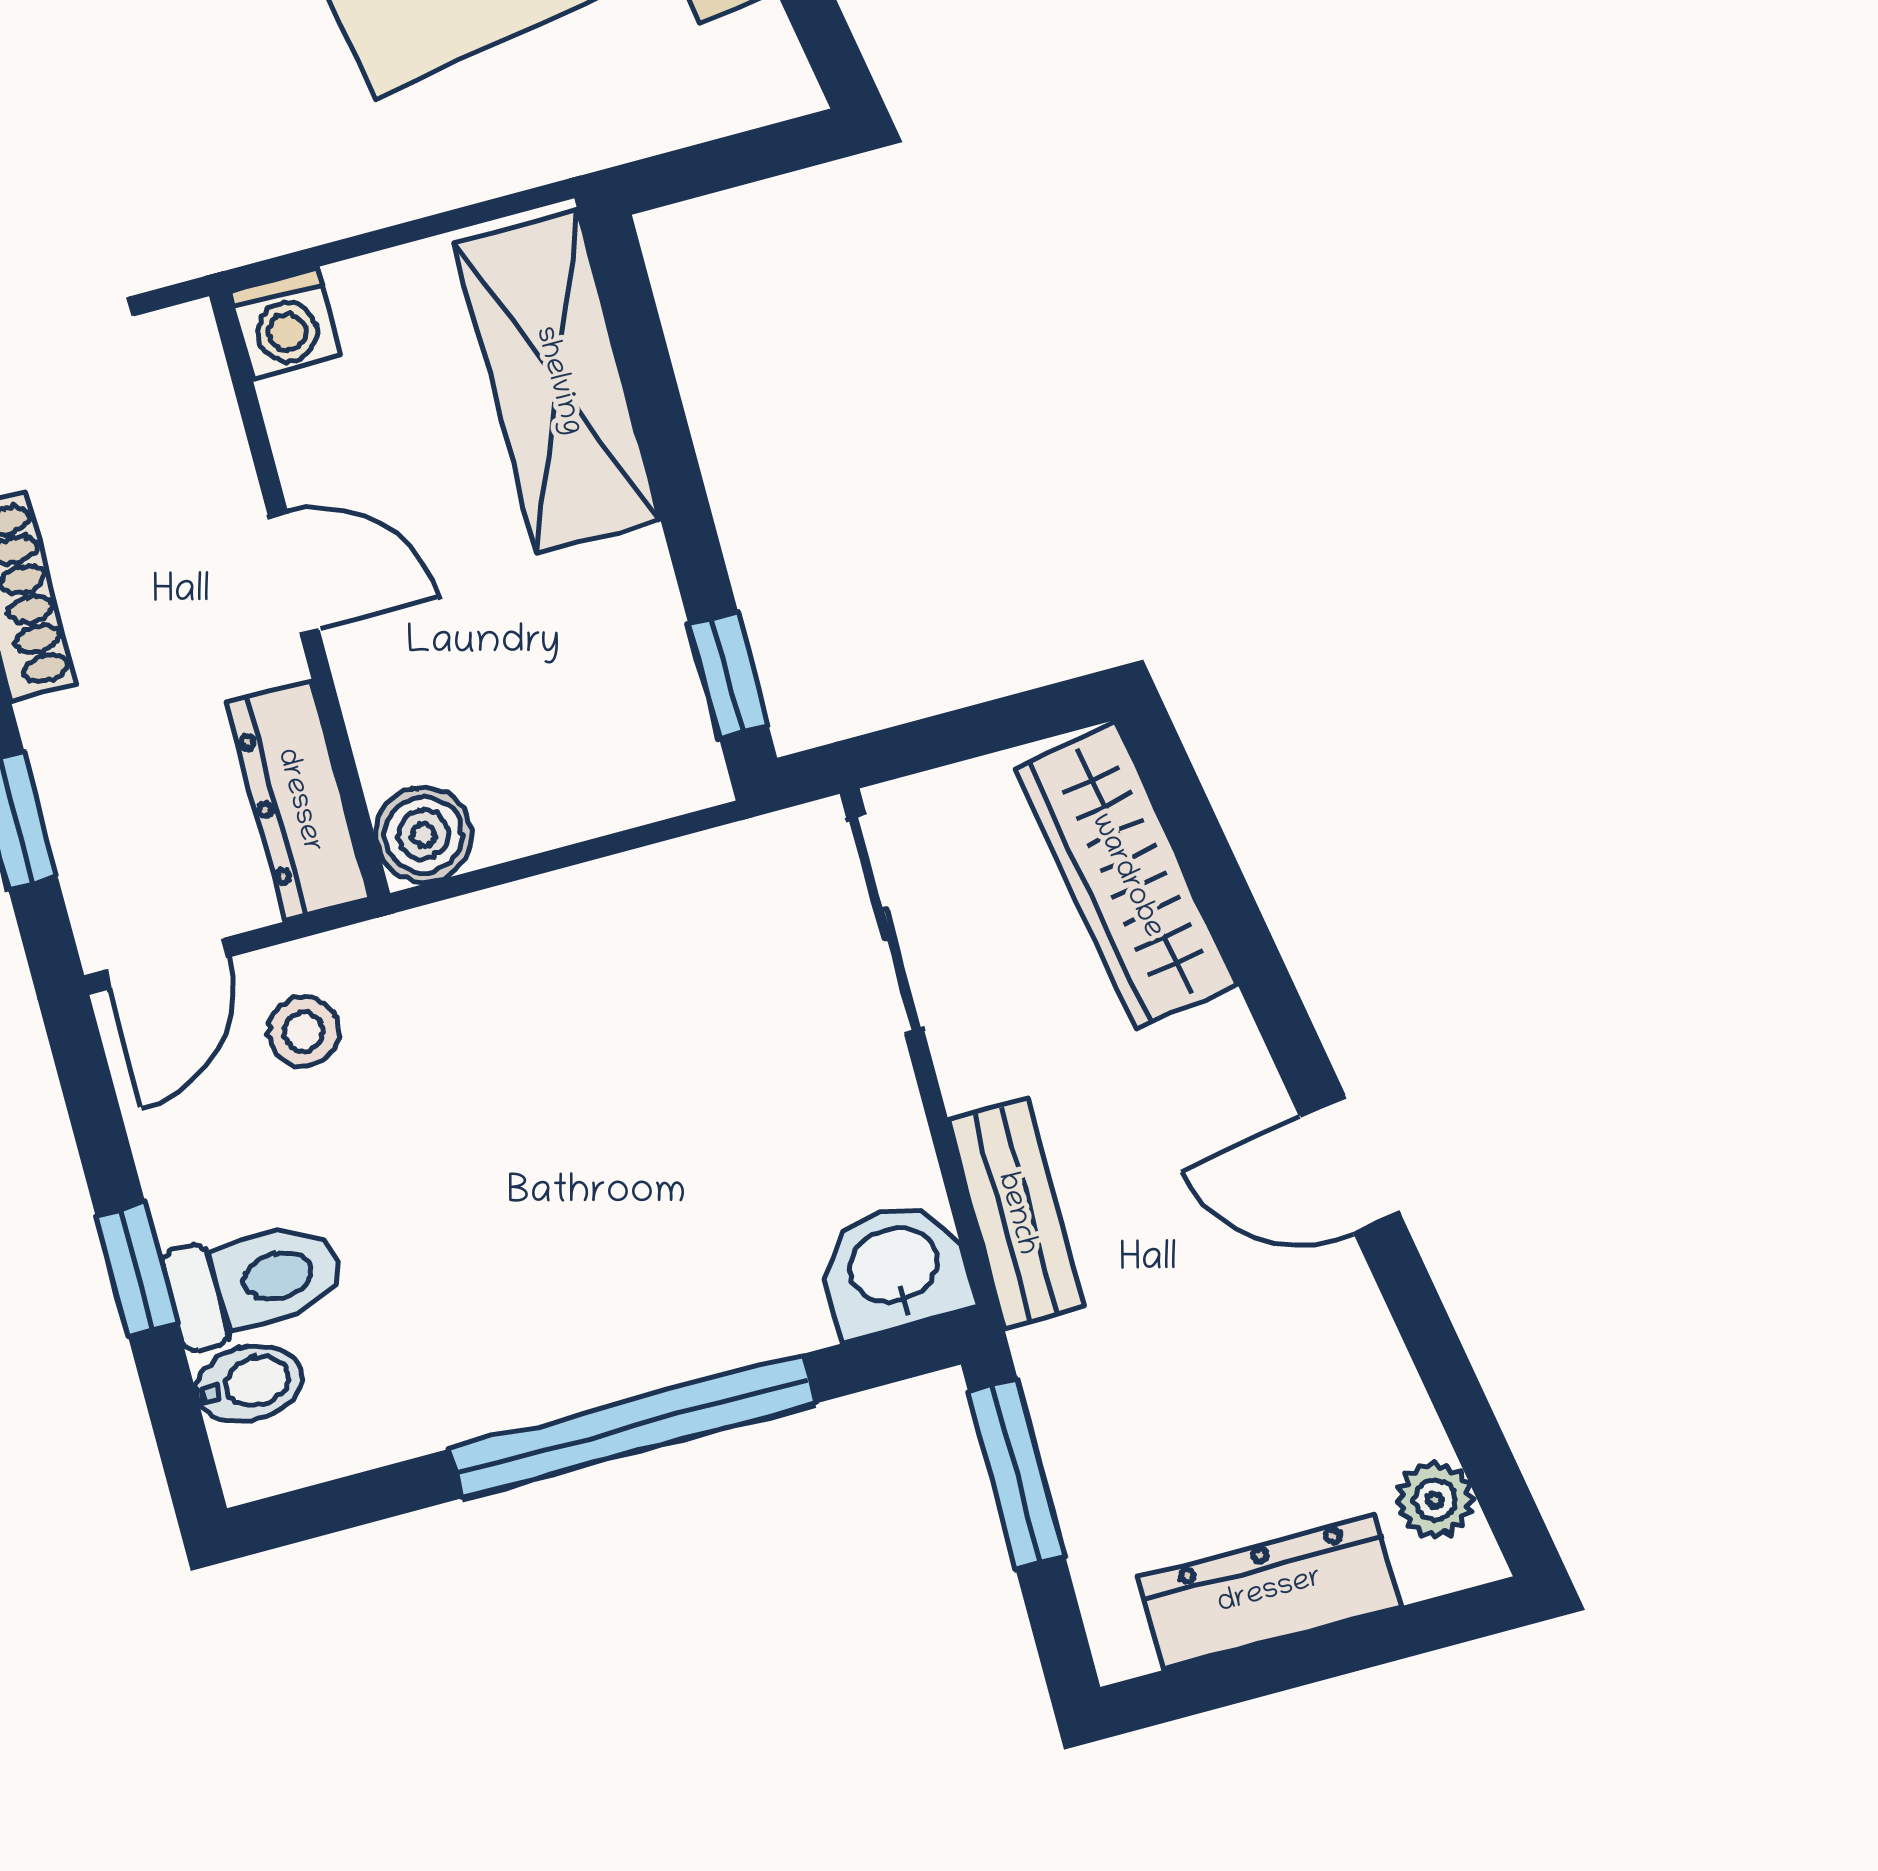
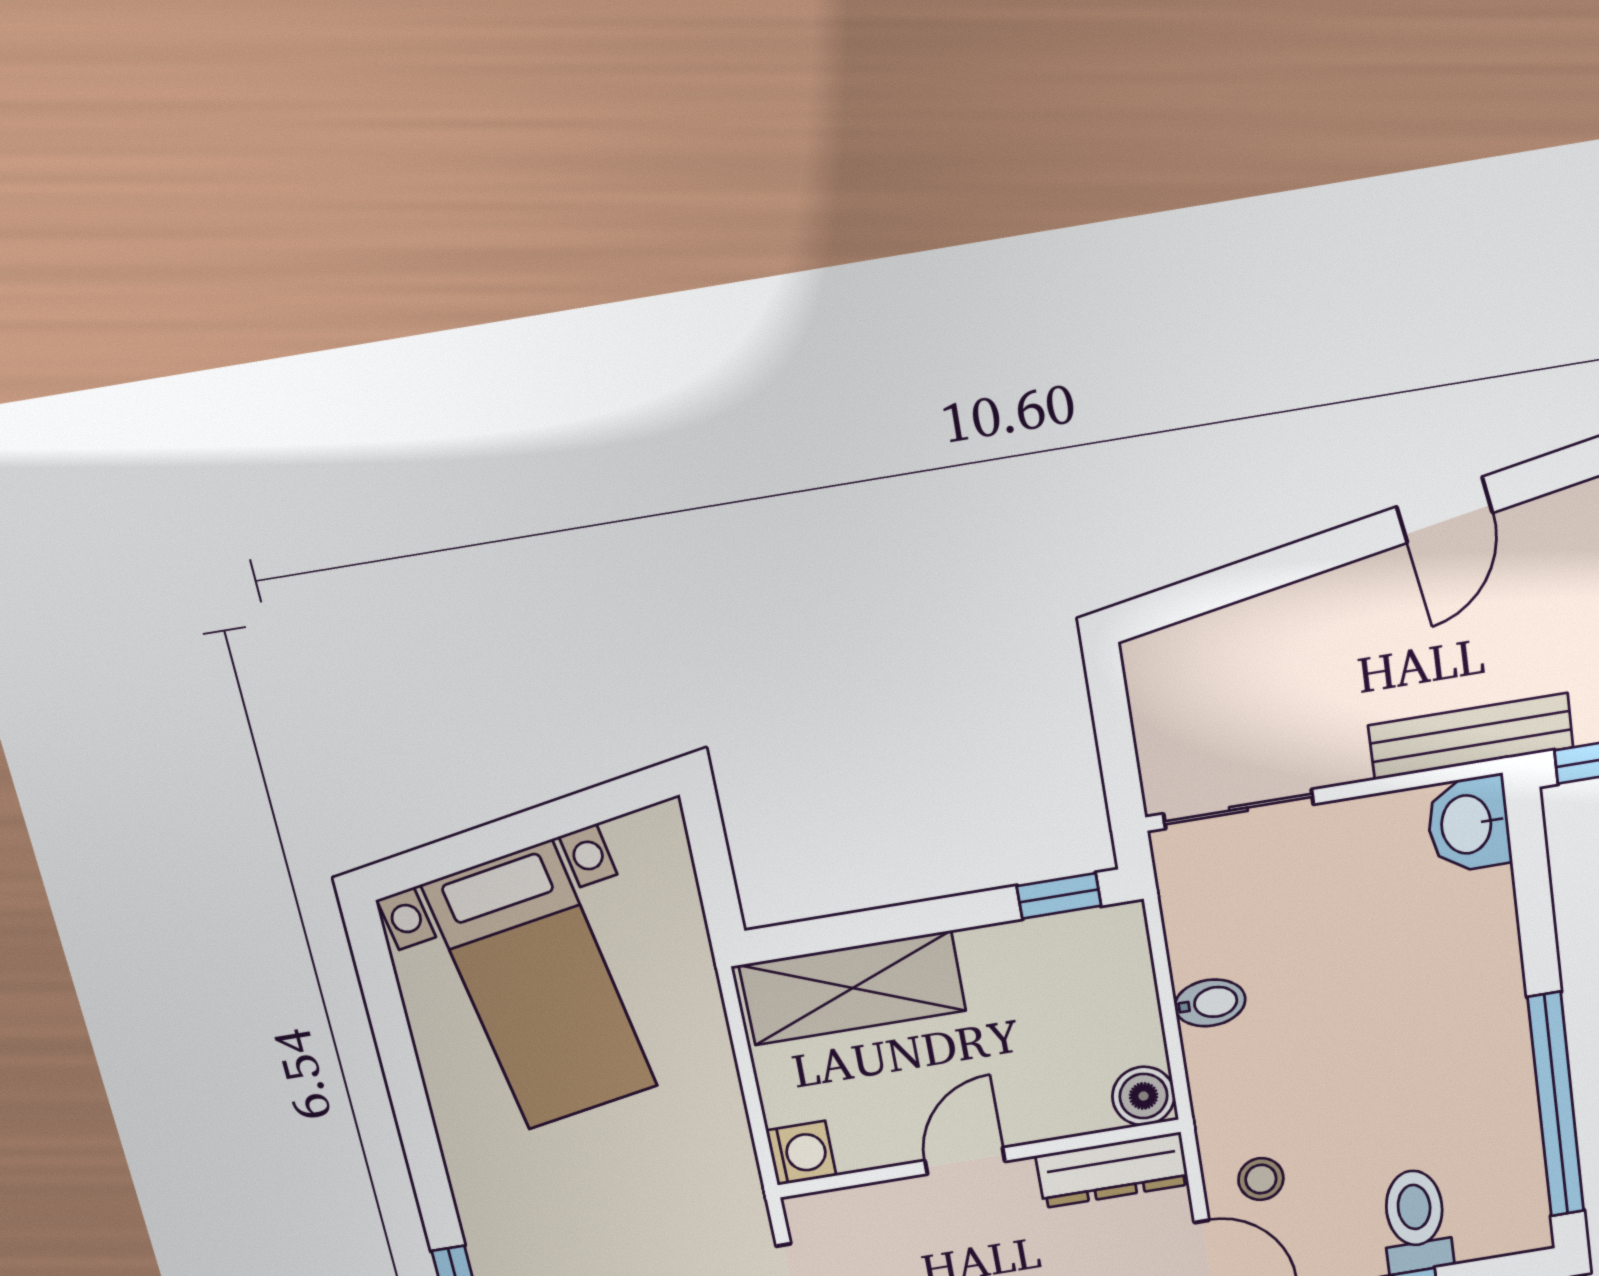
wardrobe: (1126, 876) -> (1225, 645), removed
bench: (1016, 1214) -> (1471, 736), width x1.36
bidet: (249, 1383) -> (1210, 1003), moved, turned 90
window: (633, 1426) -> (1556, 1105), moved

